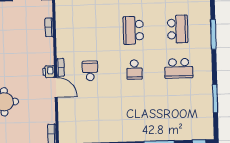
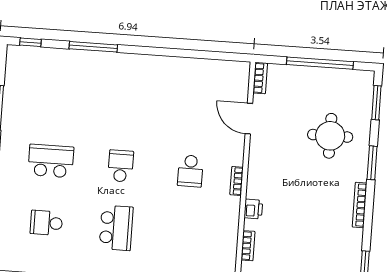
school desk: (178, 29) -> (46, 223), width x0.54
printer: (49, 72) -> (253, 209), moved
door: (56, 87) -> (249, 119), moved

